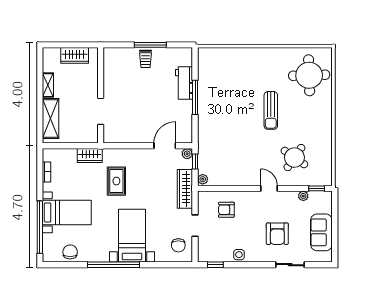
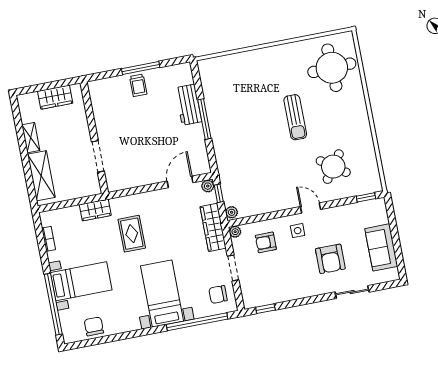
plant: (303, 196) -> (235, 232), moved
chair: (178, 245) -> (218, 294), turned 90
side table: (239, 255) -> (298, 231), moved
window: (113, 265) -> (197, 322), moved

